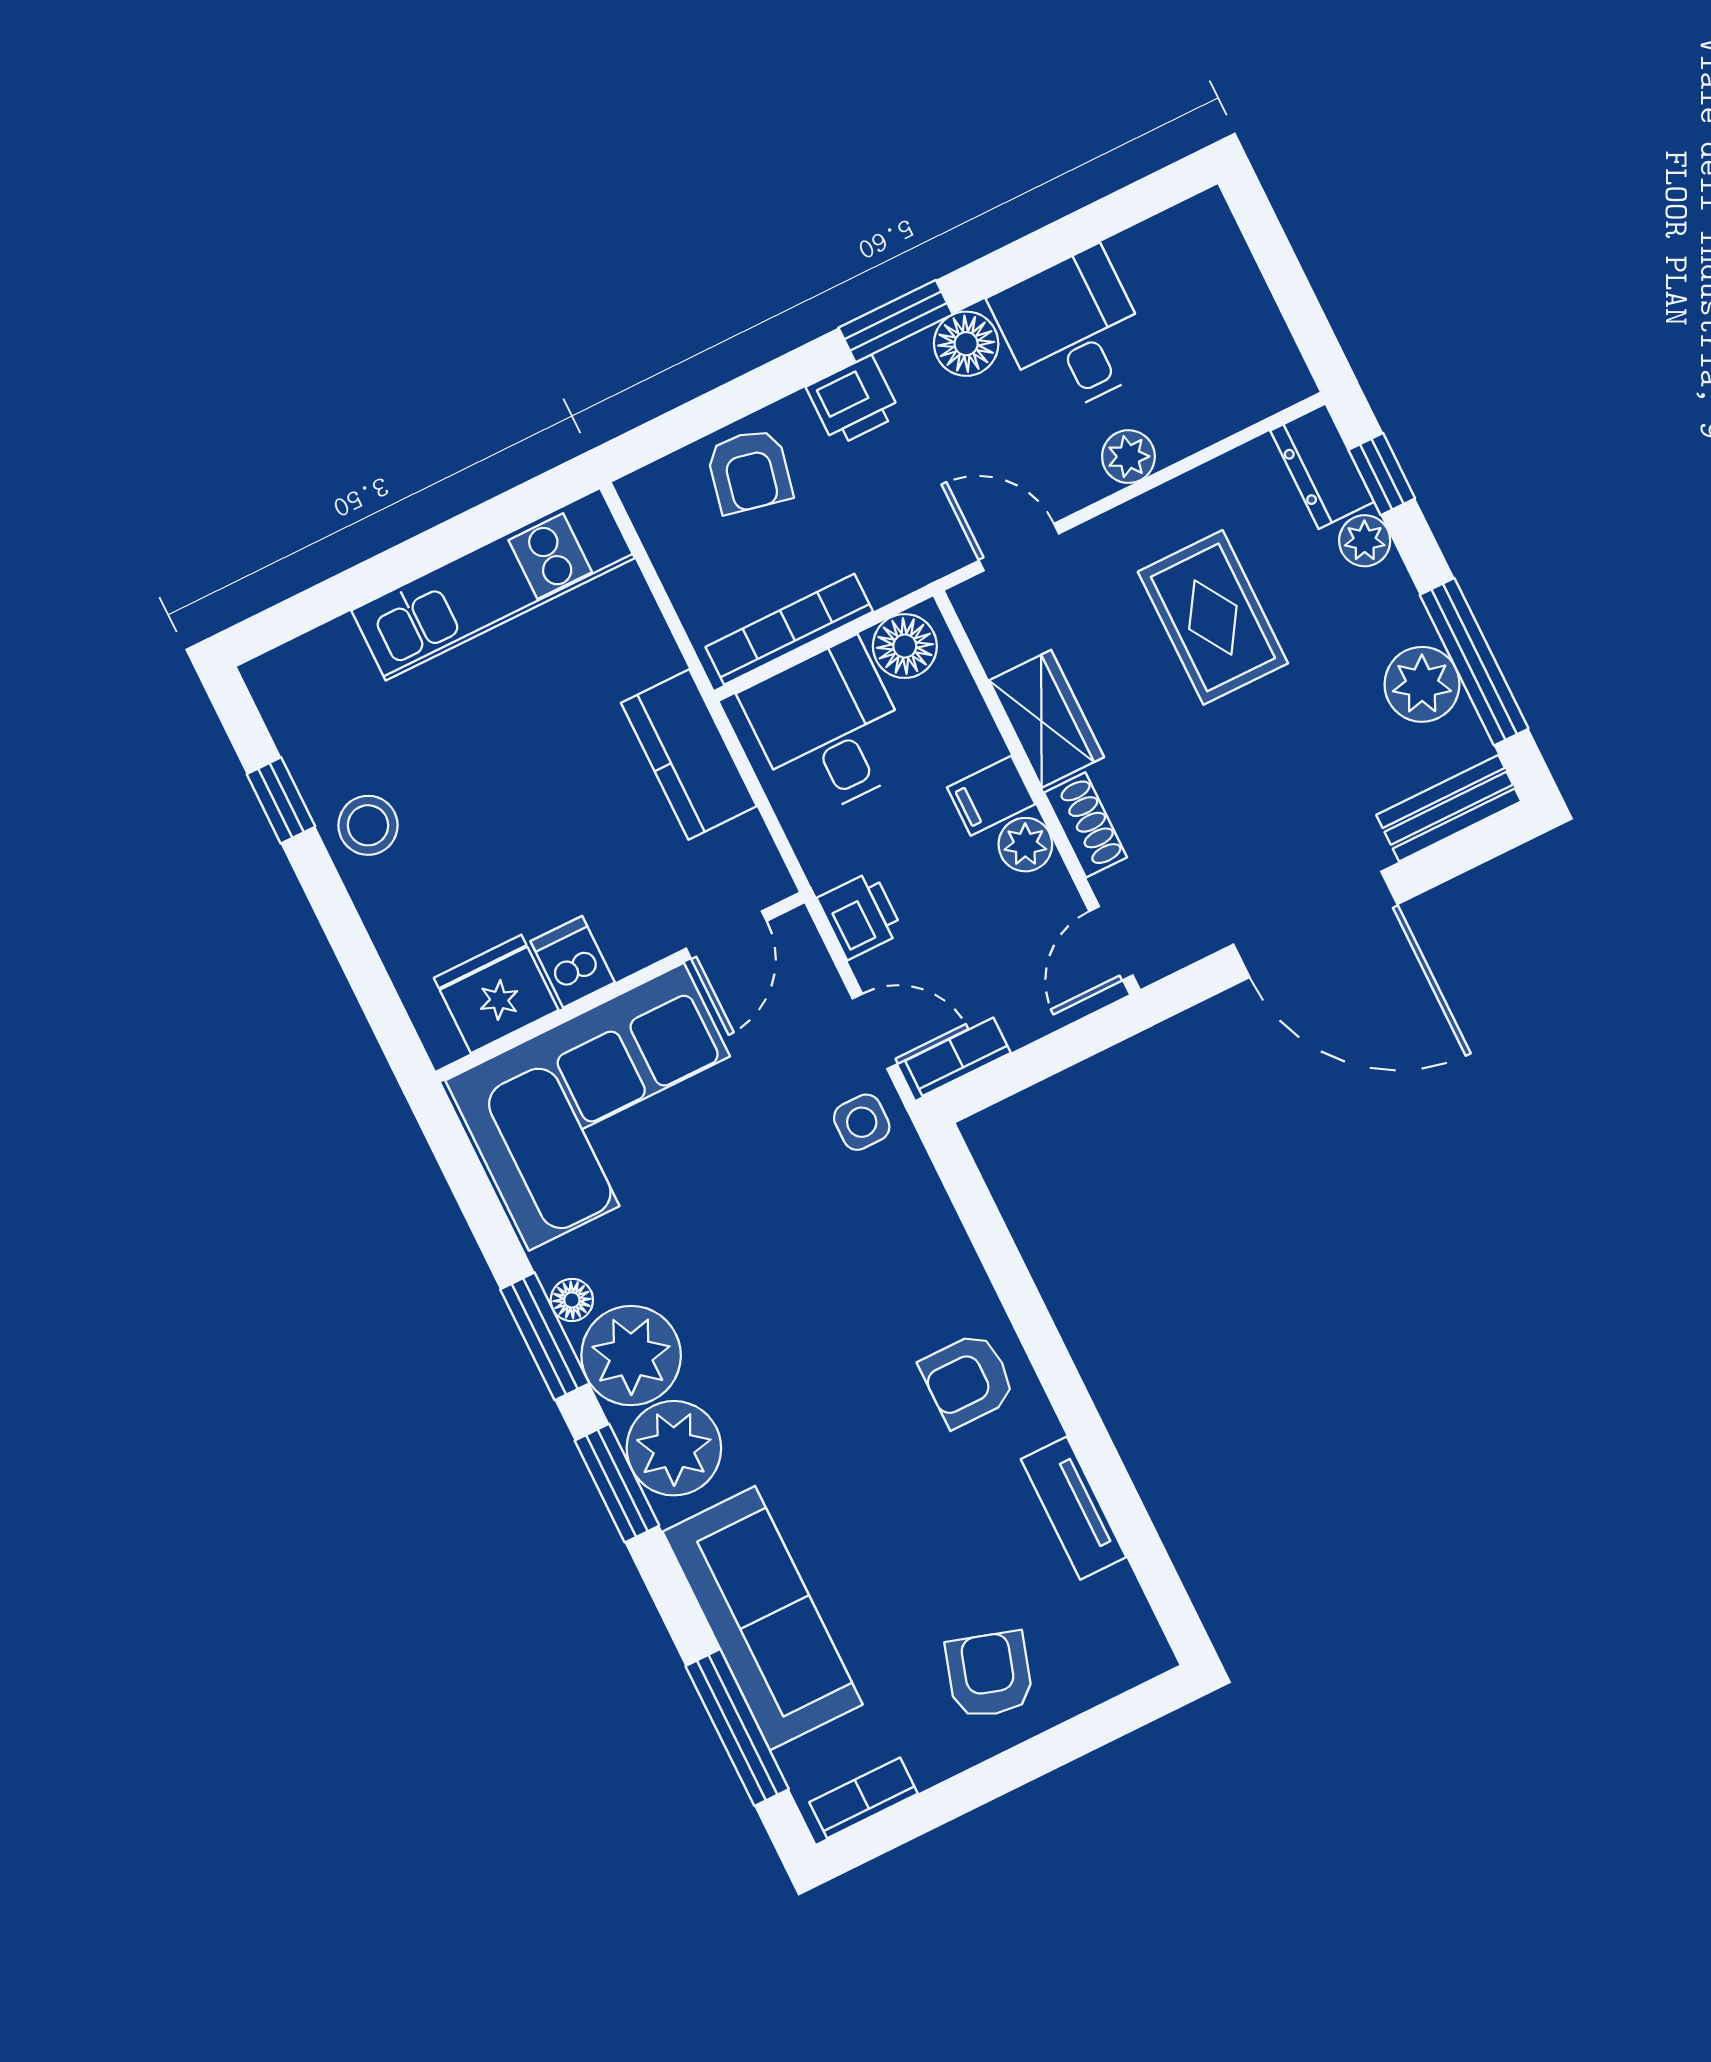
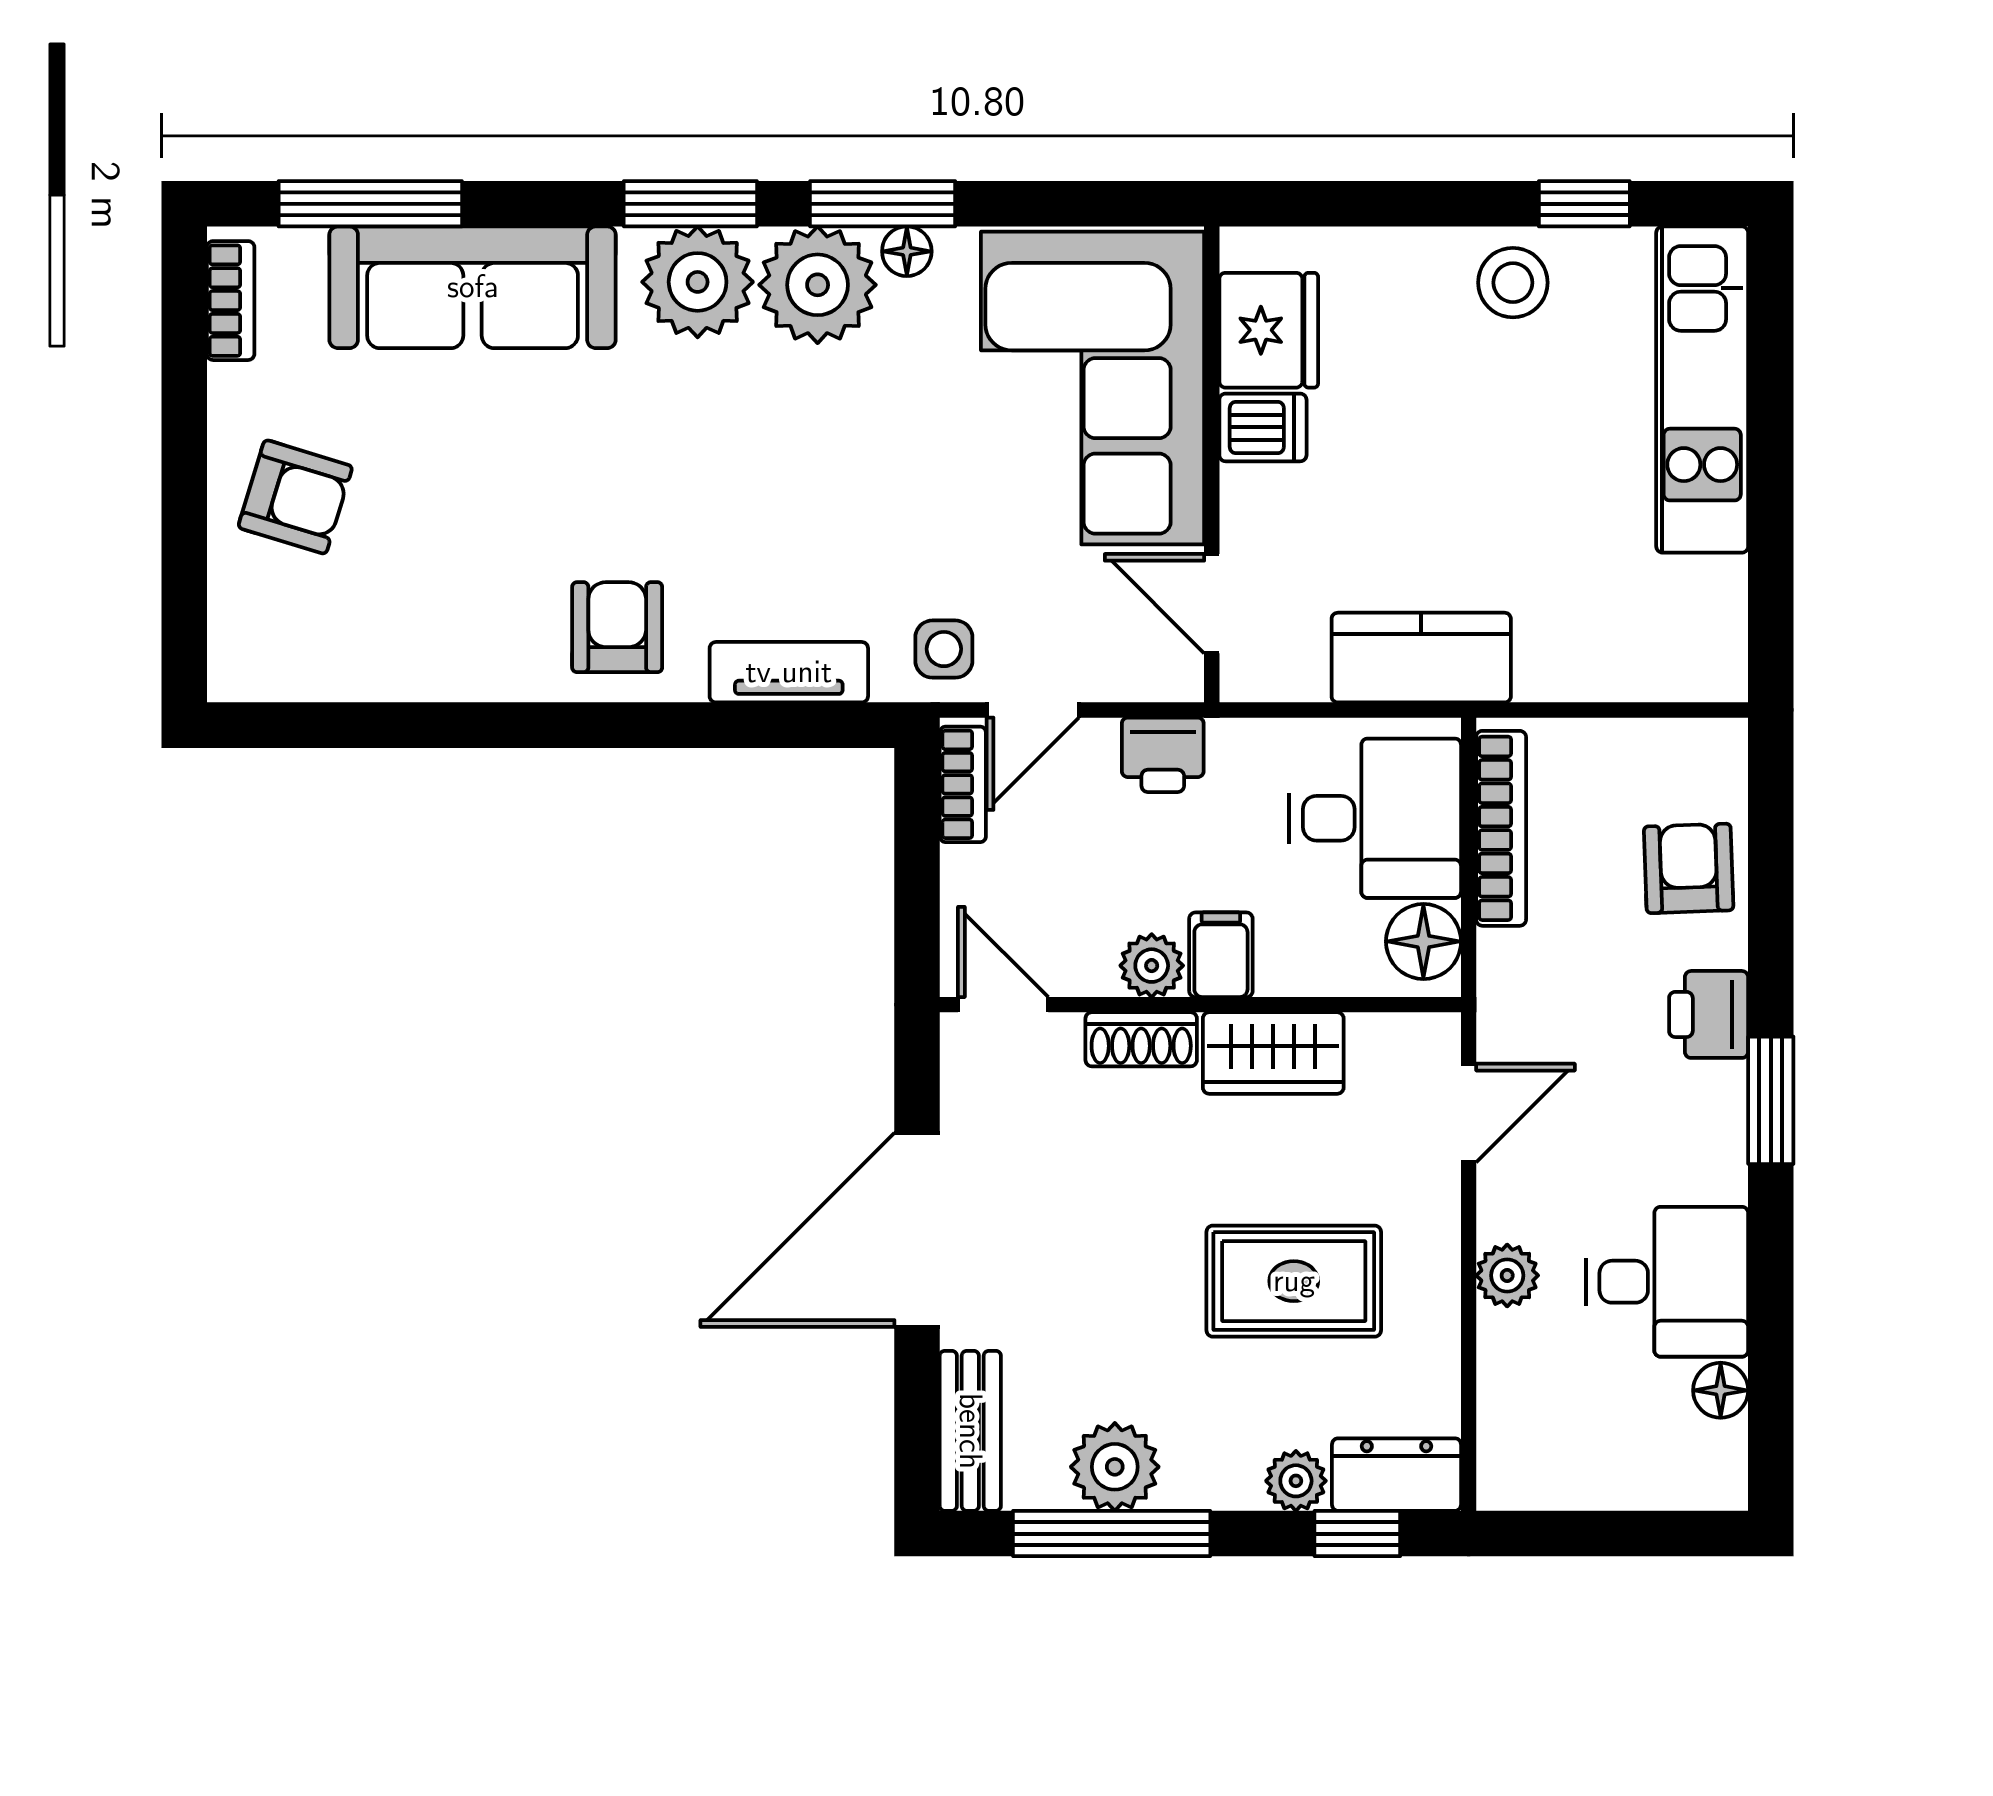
floor lamp: (966, 344) -> (1721, 1390), moved, width x0.73, depth x0.73
armchair: (749, 471) -> (1689, 868), turned 76
kitchen unit: (493, 584) -> (1702, 390), moved
tv unit: (1074, 1508) -> (789, 672), moved

